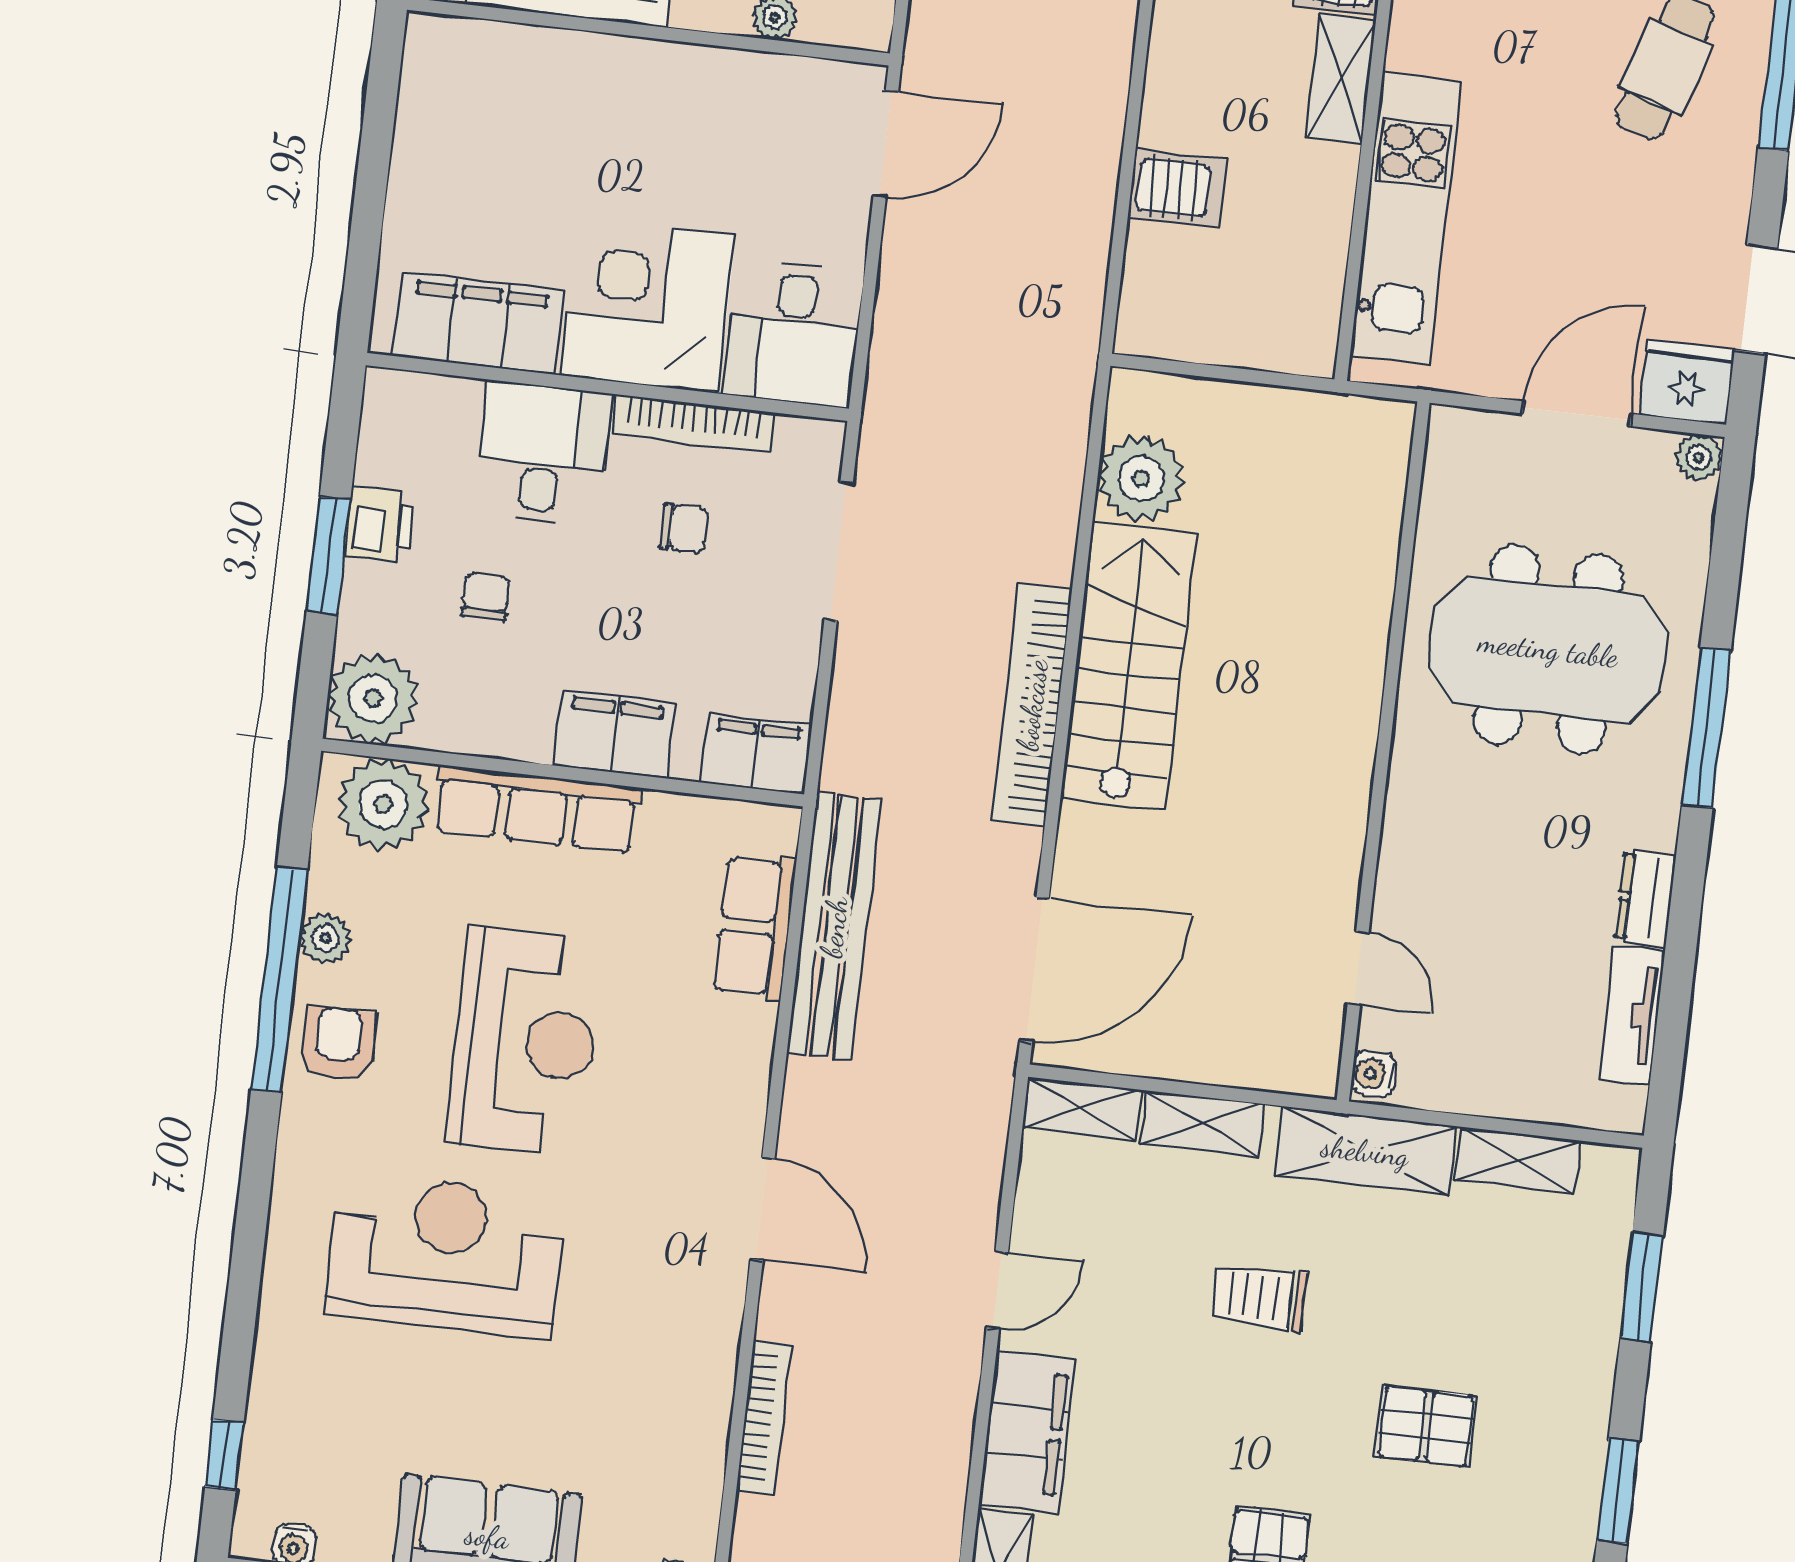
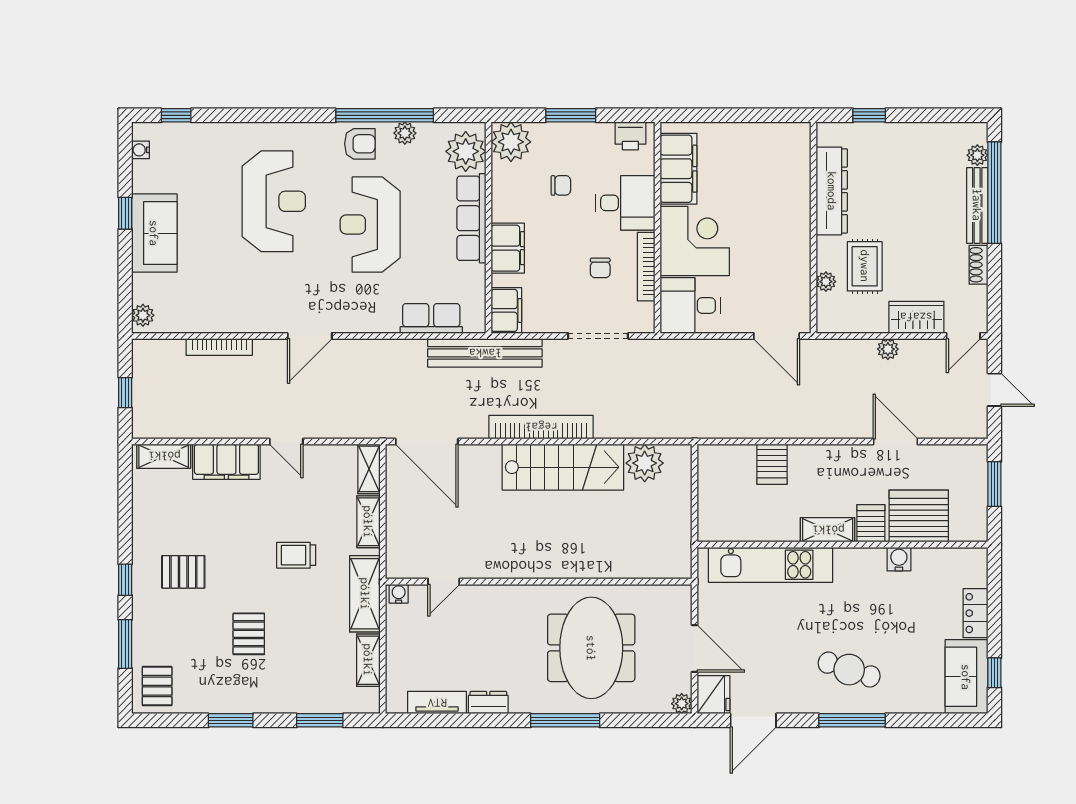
printer: (379, 524) -> (630, 136), moved
bench: (834, 927) -> (485, 353), moved
reception desk: (524, 1041) -> (370, 224), turned 90
trolley: (1259, 1297) -> (296, 555), turned -90

